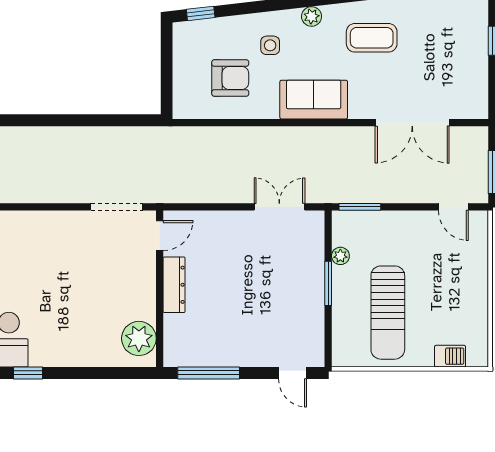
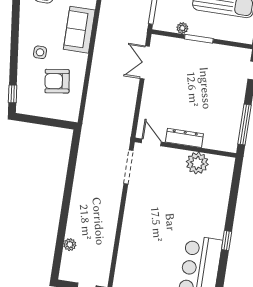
plant: (312, 16) -> (26, 23), removed
armchair: (230, 78) -> (57, 81), turned -98
plant: (139, 338) -> (197, 163), moved

